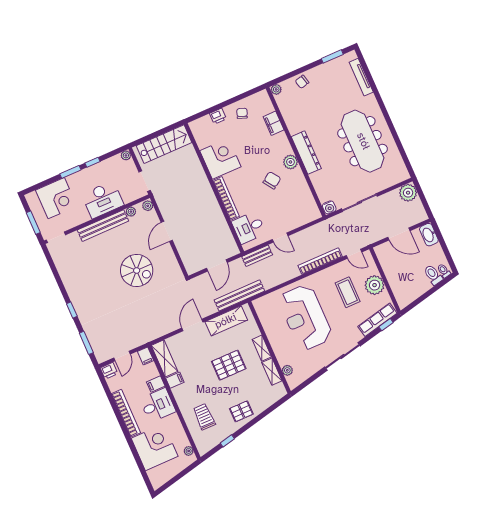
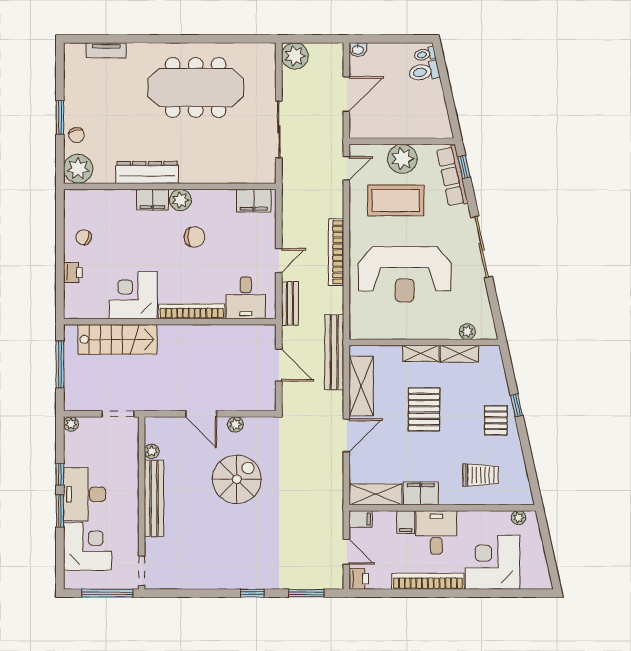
window: (332, 56) -> (60, 117), moved
tv unit: (361, 77) -> (106, 50), width x0.71
plant: (276, 89) -> (78, 169), width x1.88, depth x1.88
filing cabinet: (274, 123) -> (152, 200), moved
window: (159, 133) -> (60, 364), added
stairs: (164, 144) -> (117, 339), moved, turned 90
dresser: (306, 153) -> (147, 172), moved
chair: (272, 180) -> (195, 237), turned 125
desk: (103, 200) -> (85, 494), moved, turned 180
plant: (148, 206) -> (235, 424), moved
filing cabinet: (310, 206) -> (254, 201), added
water cooler: (329, 207) -> (267, 174), removed
window: (33, 223) -> (107, 593), width x1.44
washbasin: (429, 235) -> (358, 50), width x0.52, depth x0.69
bookcase: (320, 261) -> (336, 252), moved
coffee table: (348, 292) -> (396, 200), width x1.36, depth x1.32
door: (192, 325) -> (346, 435), swing flipped
filing cabinet: (175, 380) -> (421, 493), width x2.00
trolley: (204, 417) -> (481, 475), turned 180
window: (227, 441) -> (517, 405), moved

